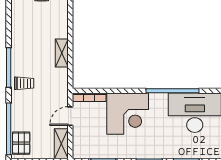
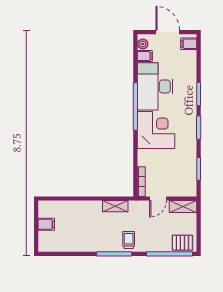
shelving: (62, 53) -> (115, 206), moved
corner desk: (128, 114) -> (156, 130), moved
door: (70, 116) -> (158, 198), hinge flipped

